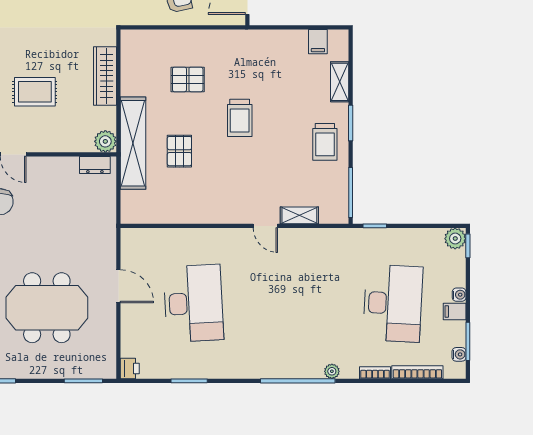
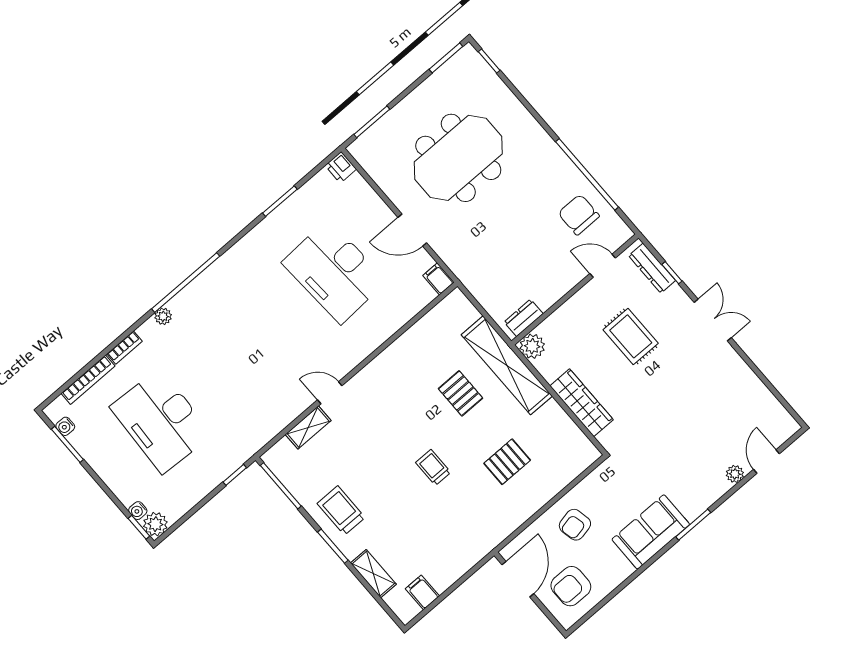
rug: (35, 92) -> (631, 336), turned 90
trolley: (240, 118) -> (433, 467), width x0.73, depth x0.72
water cooler: (459, 295) -> (138, 511), moved
filing cabinet: (455, 311) -> (439, 279), moved, turned -90

